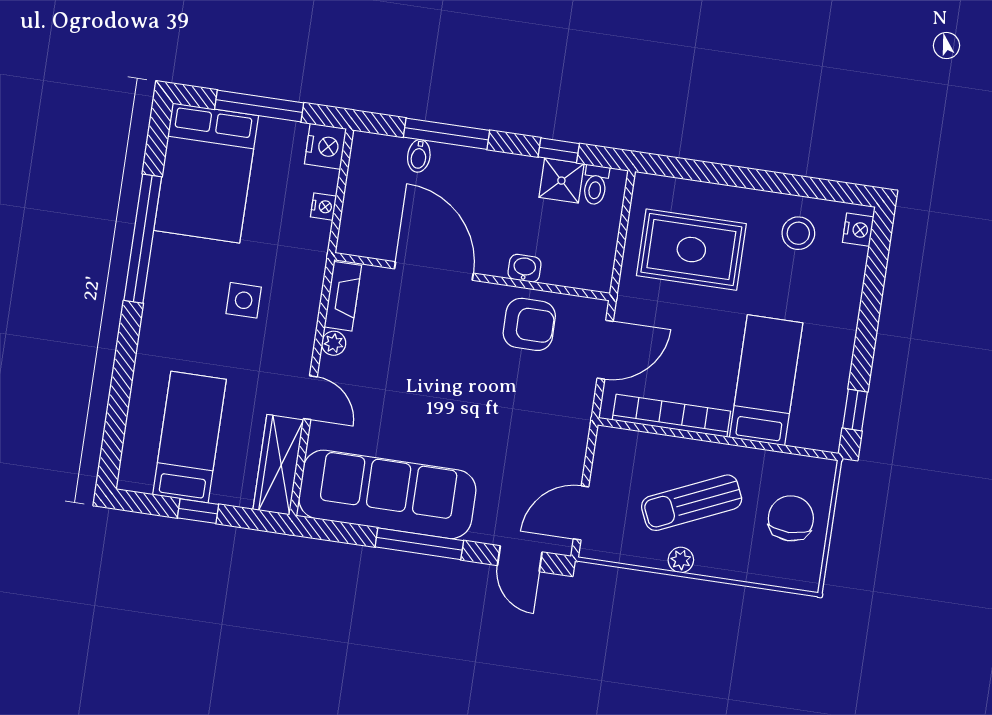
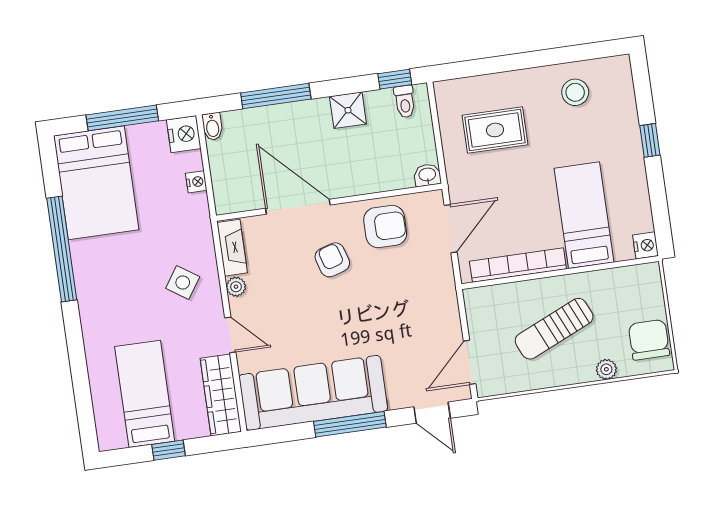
window: (559, 150) -> (395, 79), moved
bidet: (419, 156) -> (212, 127), moved
shower: (561, 181) -> (348, 110), moved
nightstand: (858, 230) -> (645, 245), moved
rug: (691, 250) -> (495, 130), width x0.73, depth x0.70
washbasin: (525, 268) -> (427, 175), moved
side table: (244, 300) -> (183, 282), moved, turned 34
armchair: (456, 345) -> (332, 260), added
window: (855, 410) -> (650, 140), moved
chair: (791, 518) -> (649, 340), moved
plant: (681, 560) -> (606, 369), moved

